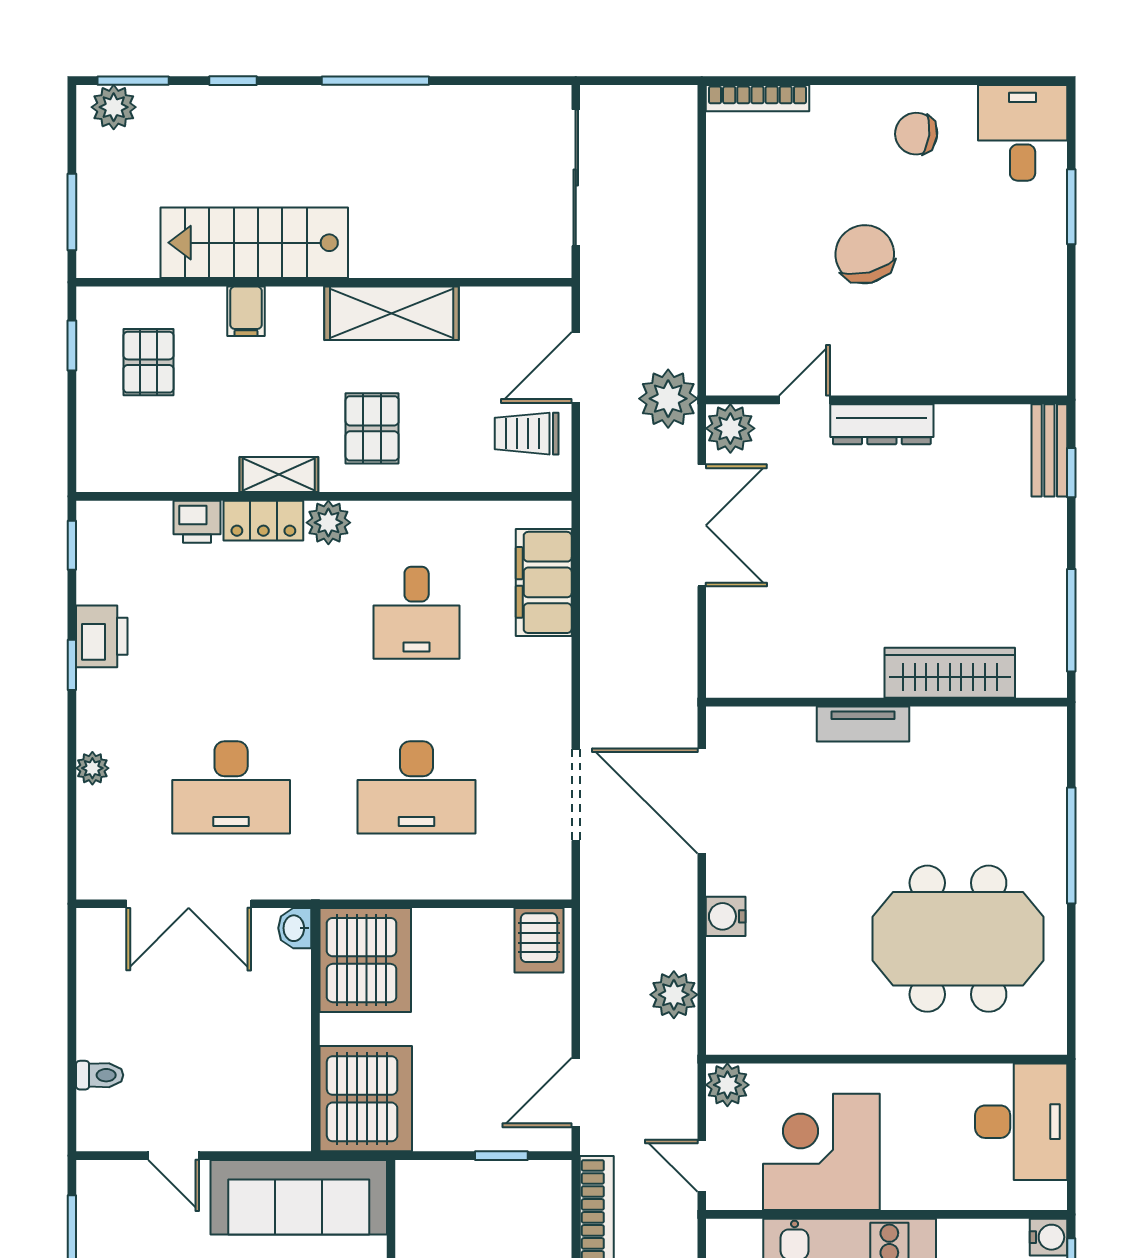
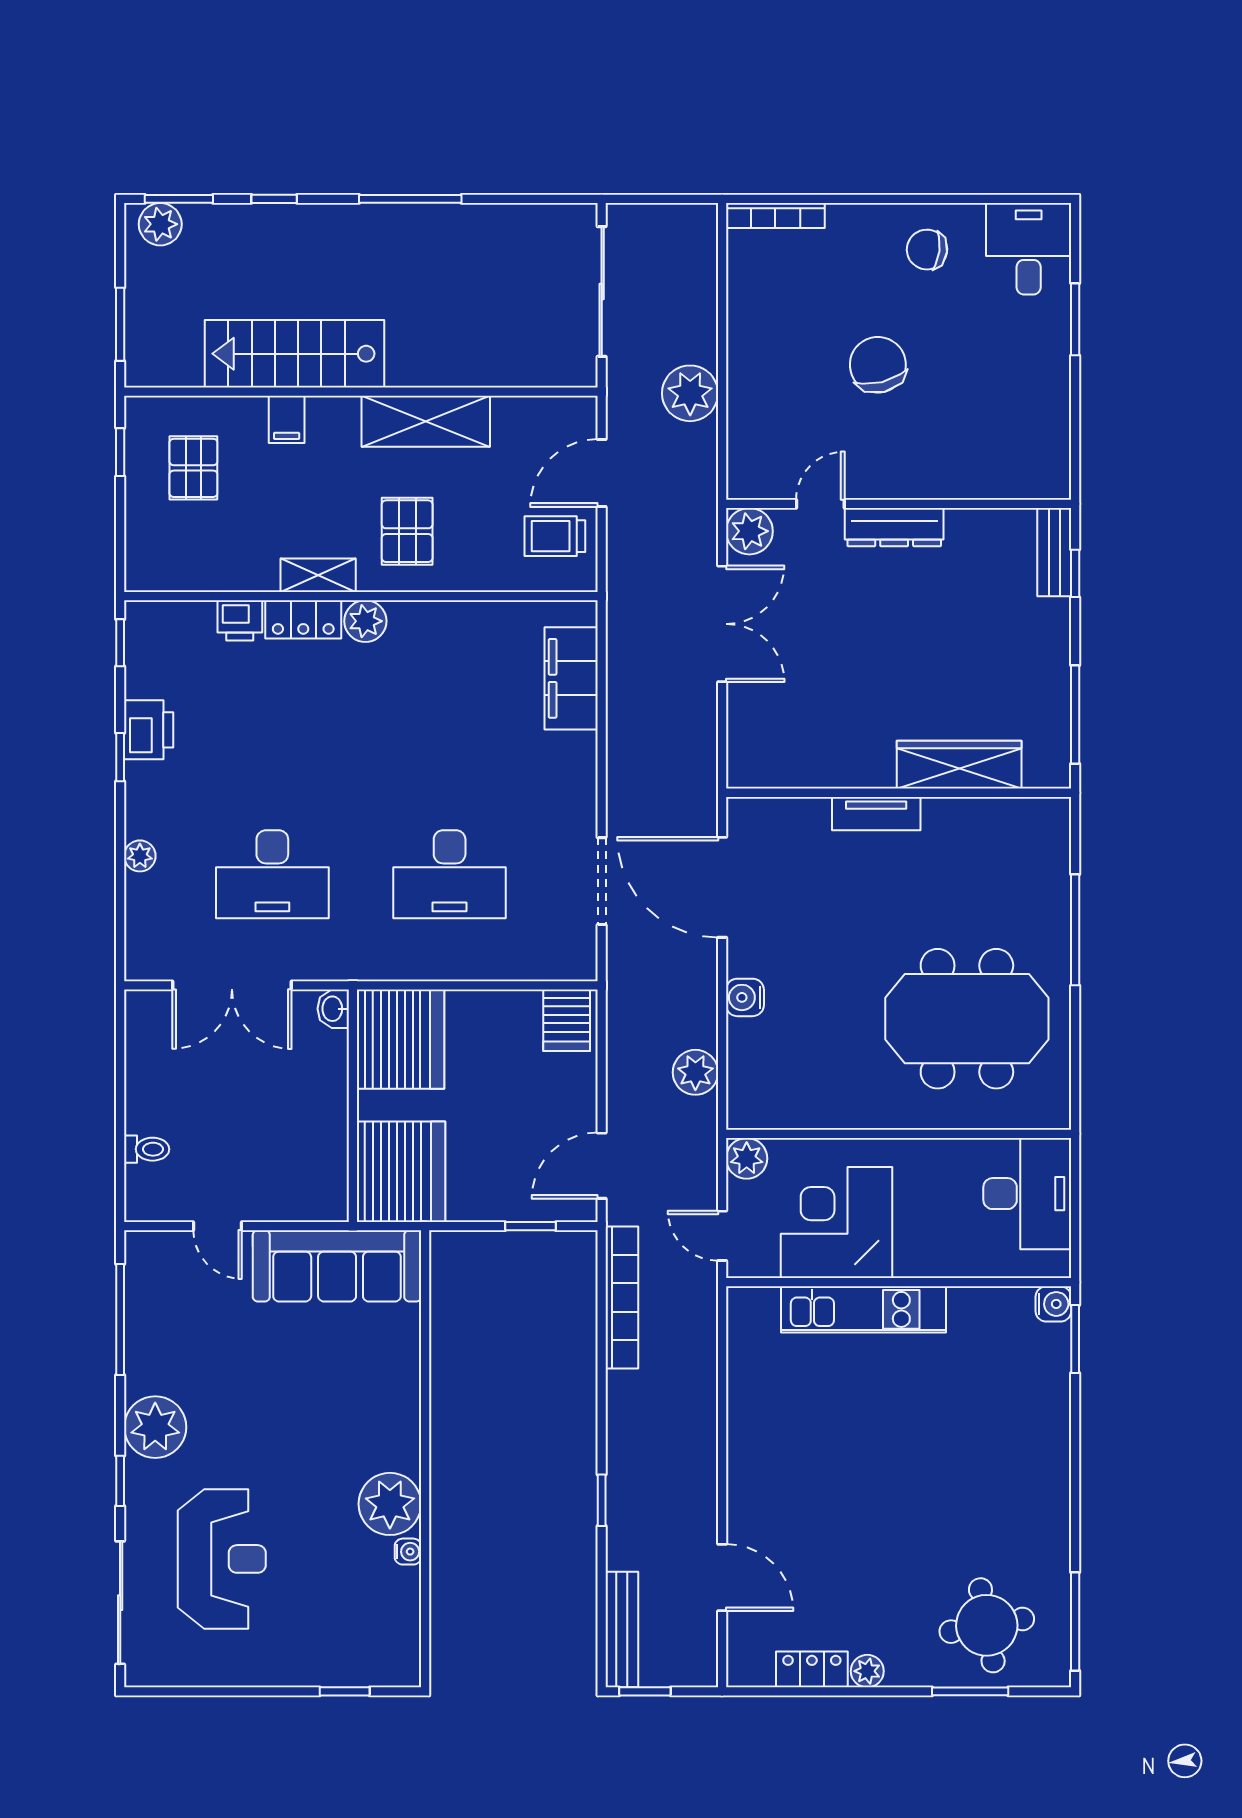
plant: (668, 399) -> (690, 393), moved
desk: (417, 613) -> (450, 707), removed

